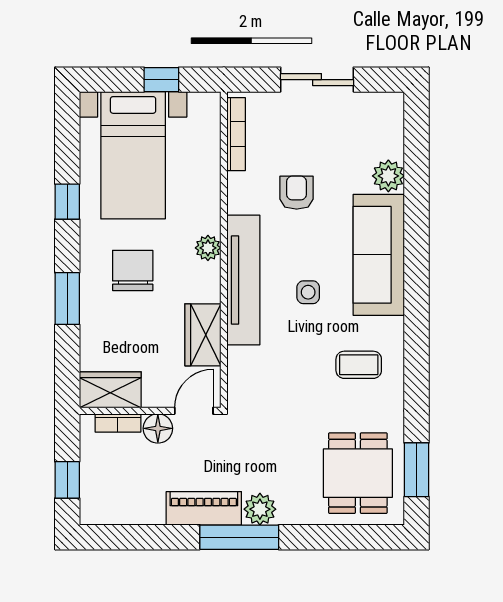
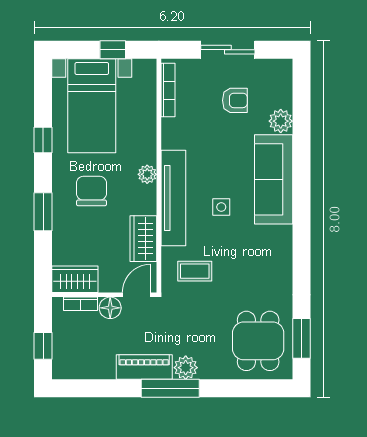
armchair: (297, 193) -> (235, 100), moved, turned 90
coffee table: (359, 365) -> (195, 271), moved

